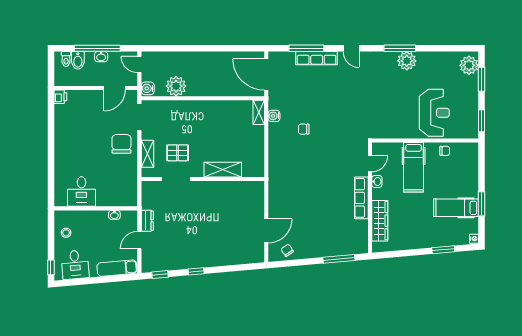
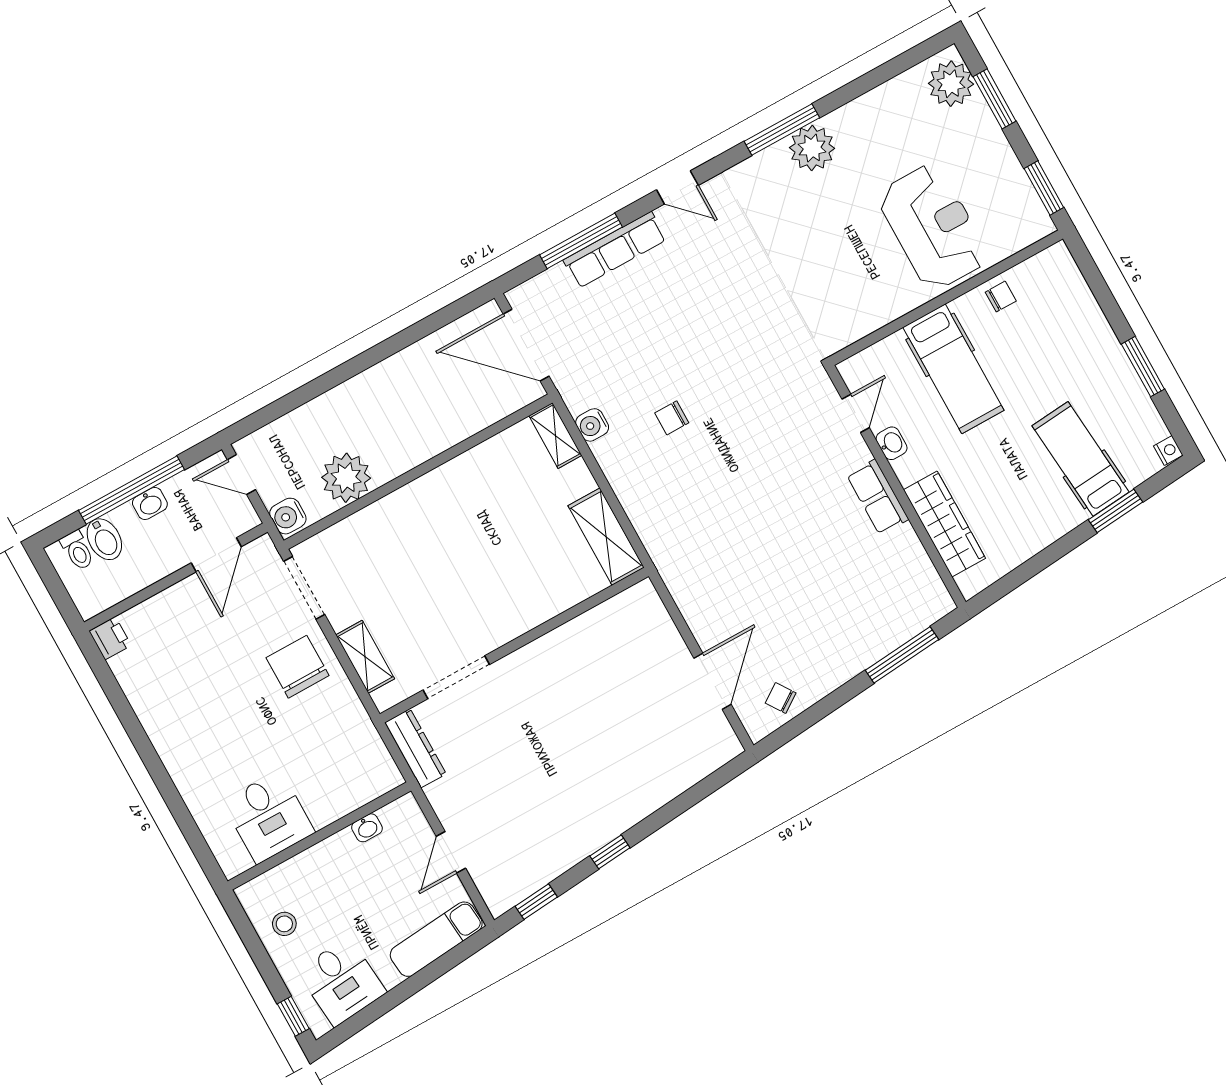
pallet: (178, 153) -> (429, 619), removed
shelving: (223, 170) -> (606, 537), moved, turned 90
row of seats: (361, 198) -> (878, 497), width x0.68
hospital bed: (456, 208) -> (1080, 459), moved, turned 85
dresser: (147, 221) -> (415, 748), moved, width x1.44

